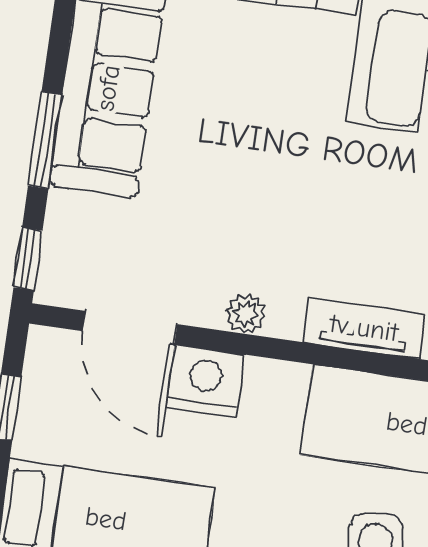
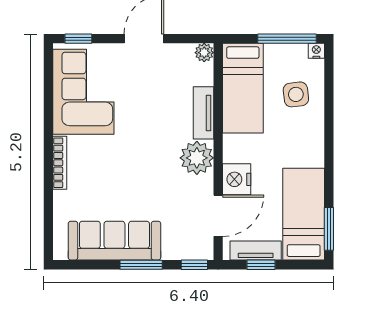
plant: (246, 314) -> (197, 158), width x1.87, depth x1.87
tv unit: (40, 400) -> (256, 250), added

